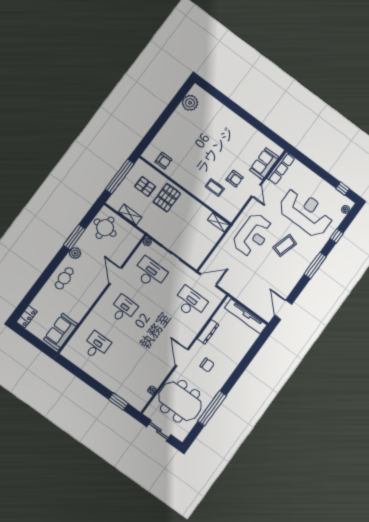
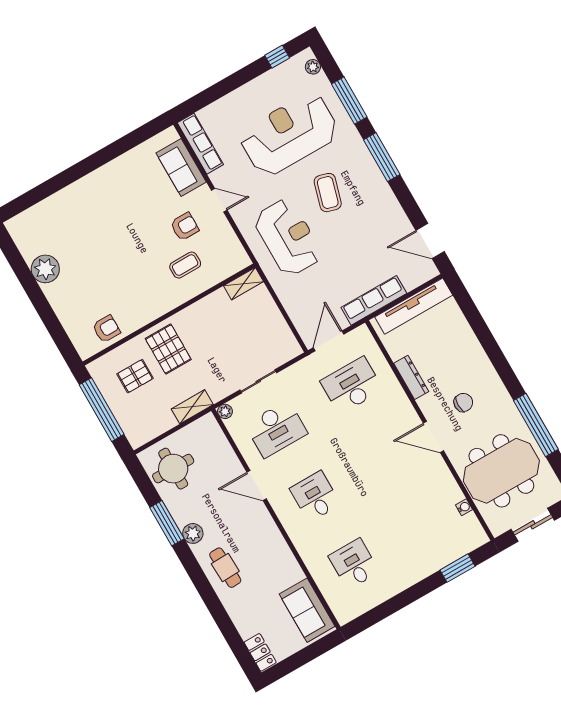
plant: (190, 103) -> (45, 269), moved
shelving: (130, 215) -> (192, 407), moved
window: (337, 236) -> (349, 100), width x2.17
desk: (150, 273) -> (276, 429), turned 180
row of seats: (240, 294) -> (374, 300), added

